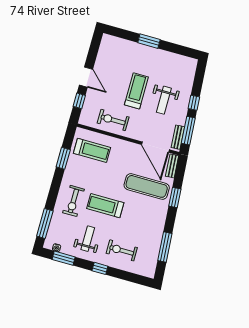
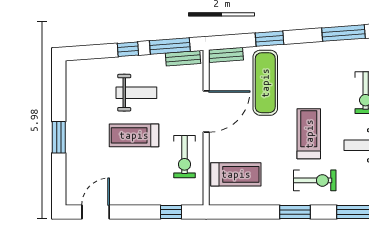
door: (86, 77) -> (96, 212), moved
door: (155, 147) -> (206, 111), moved
treadmill: (92, 150) -> (236, 174), turned 90
window: (63, 158) -> (295, 212), moved
treadmill: (105, 206) -> (309, 134), turned 180

